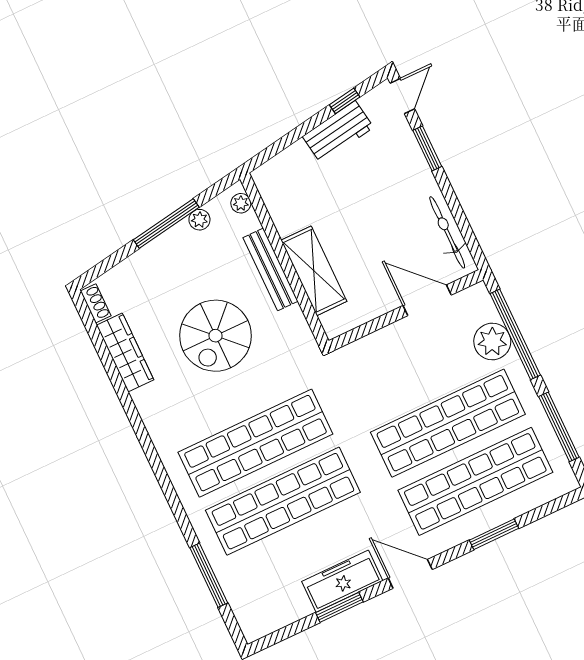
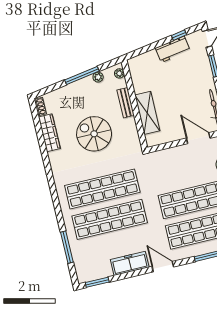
bench: (270, 269) -> (126, 103), width x0.73
spiral stairs: (215, 336) -> (94, 134), turned 90
window: (339, 607) -> (97, 282), moved

